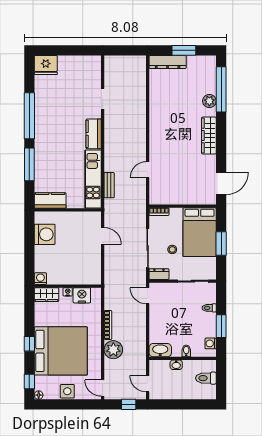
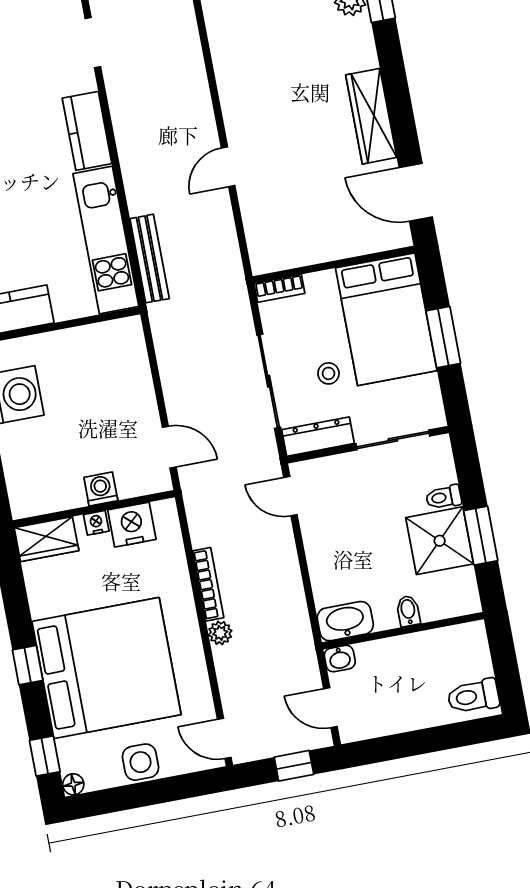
wardrobe: (209, 136) -> (371, 116), moved
door: (148, 170) -> (228, 167), moved
door: (221, 183) -> (416, 192), swing flipped
bench: (109, 185) -> (150, 259), width x1.36
door: (103, 236) -> (169, 447), moved
dresser: (159, 274) -> (318, 437), width x1.44
washing machine: (40, 279) -> (101, 489), moved
shower: (204, 325) -> (440, 541), added
washing machine: (211, 343) -> (463, 582), removed
plant: (113, 350) -> (220, 633), width x0.53, depth x0.53
washbasin: (176, 365) -> (340, 659), moved
toilet: (206, 378) -> (473, 696), moved

